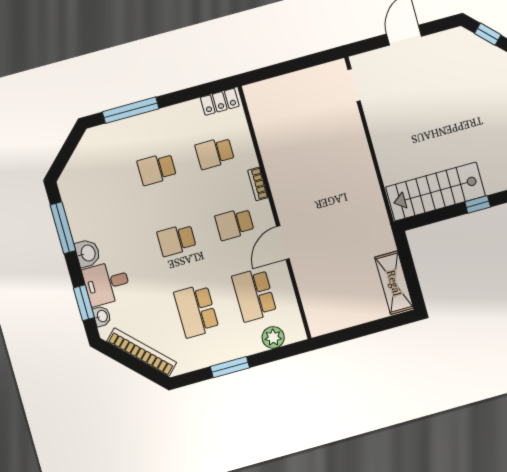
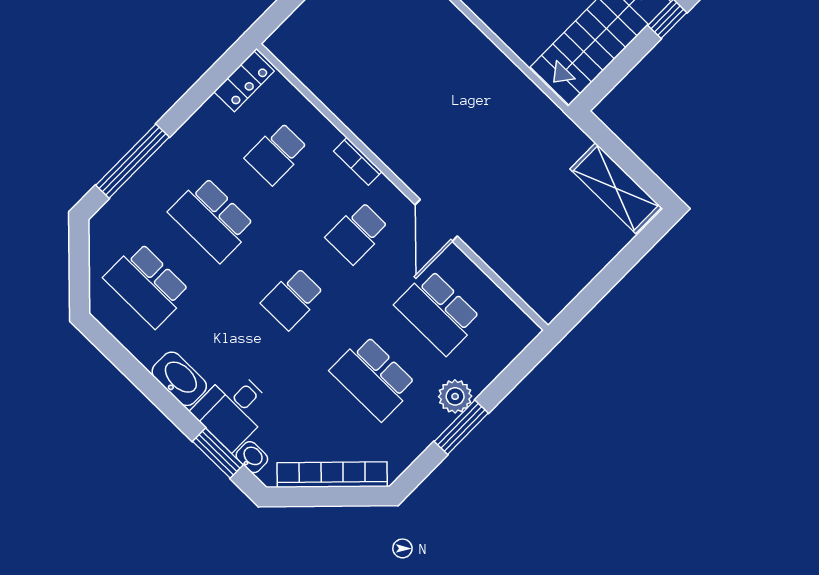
school desk: (157, 169) -> (212, 219), width x1.85
school desk: (99, 185) -> (147, 285), added
window: (63, 228) -> (133, 369), removed
washbasin: (88, 253) -> (179, 379), width x1.38
plant: (273, 337) -> (455, 396), moved

